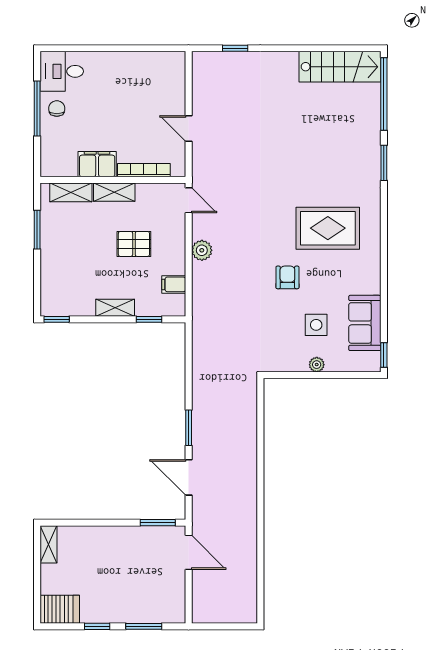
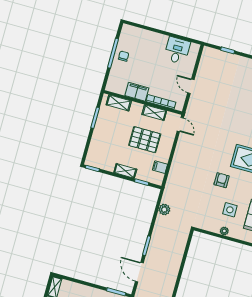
desk: (62, 71) -> (177, 50), moved, turned 90
shelving: (114, 192) -> (154, 113), moved
pallet: (134, 244) -> (145, 140), width x1.50, depth x1.42
plant: (202, 250) -> (164, 210), moved

